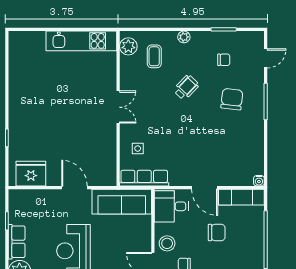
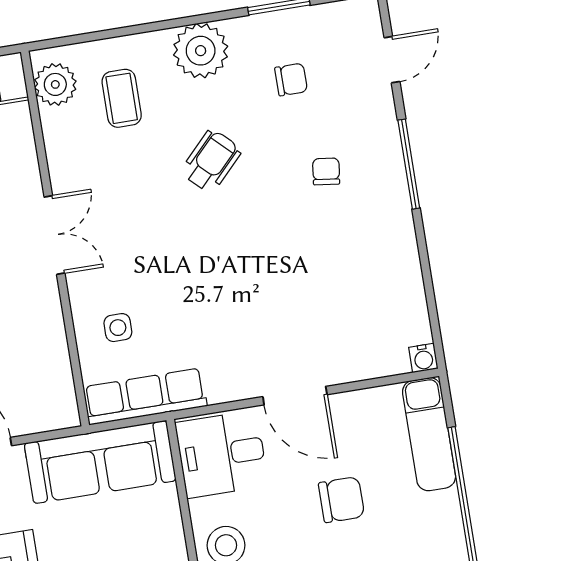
plant: (184, 37) -> (201, 51), width x1.88, depth x1.88
chair: (232, 99) -> (326, 171), width x0.54, depth x0.54
exam couch: (241, 197) -> (429, 434), moved, turned 90

